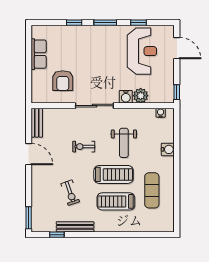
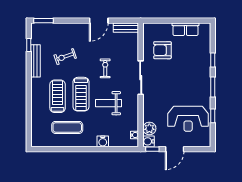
door: (177, 48) -> (175, 149), moved
plant: (141, 96) -> (149, 128), moved
water cooler: (126, 97) -> (148, 141), moved

